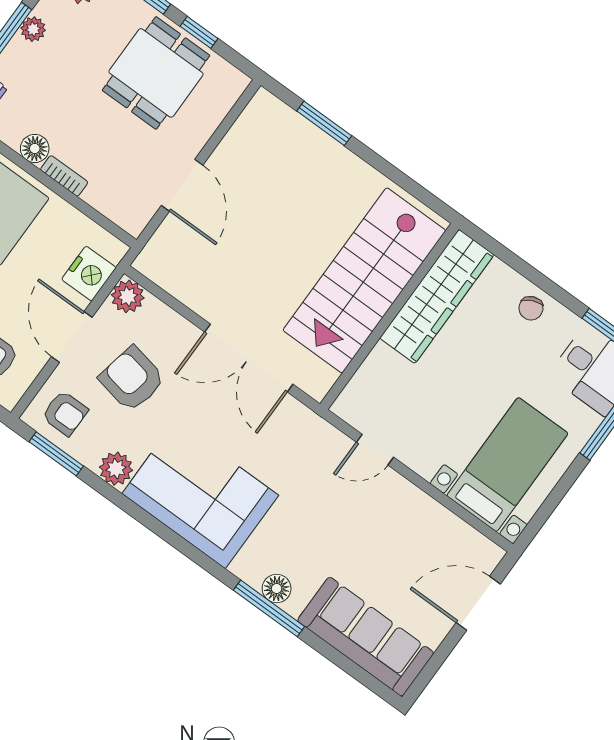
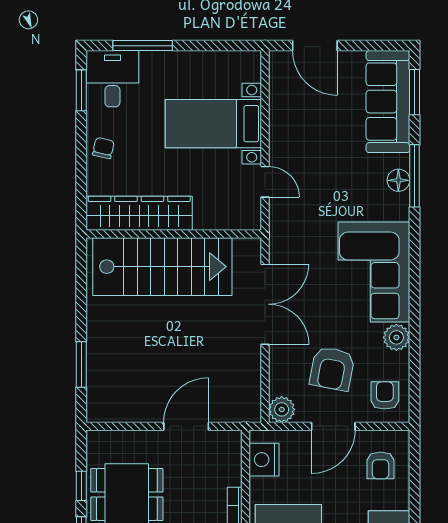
nightstand: (89, 274) -> (264, 460), moved, turned -90
chair: (531, 308) -> (103, 148), turned -53
window: (56, 454) -> (415, 92), moved
bed with nightstands: (507, 465) -> (213, 124), moved

